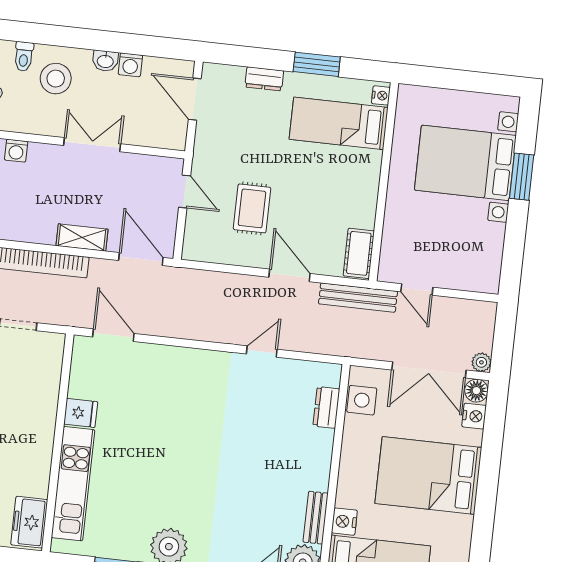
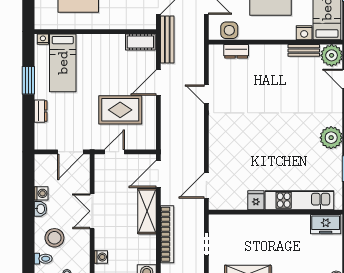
door: (195, 99) -> (70, 152), moved
rug: (252, 208) -> (120, 110), width x1.36, depth x1.43
shelving: (82, 237) -> (147, 211), width x1.50, depth x1.33

